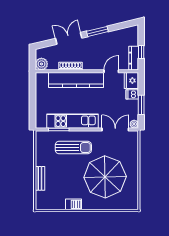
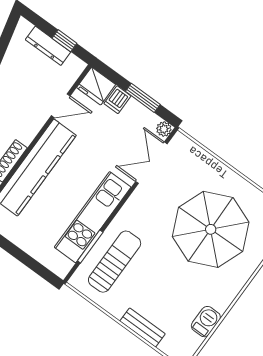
dresser: (134, 58) -> (48, 46), moved
door: (111, 71) -> (61, 106), swing flipped
sun lounger: (73, 148) -> (115, 262), moved
barbecue: (74, 204) -> (206, 322), moved

